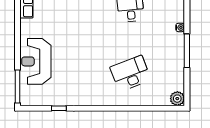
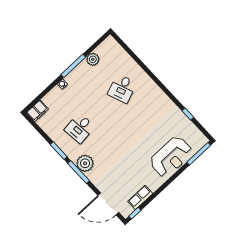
desk: (130, 74) -> (122, 89), width x0.73
plant: (177, 99) -> (93, 59), moved

